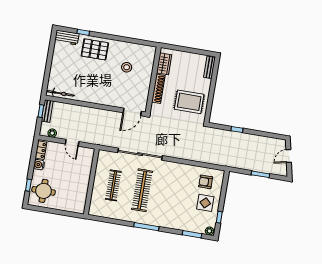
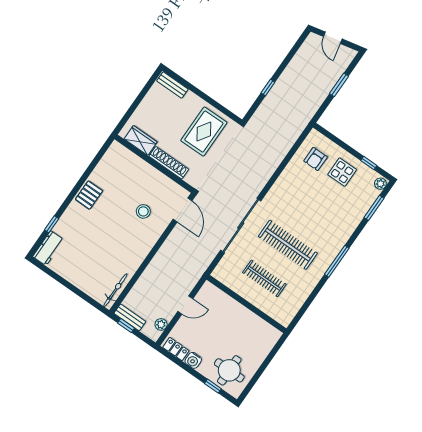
pallet: (95, 49) -> (89, 195), moved, width x0.67, depth x0.71
stool: (127, 67) -> (143, 211), moved

